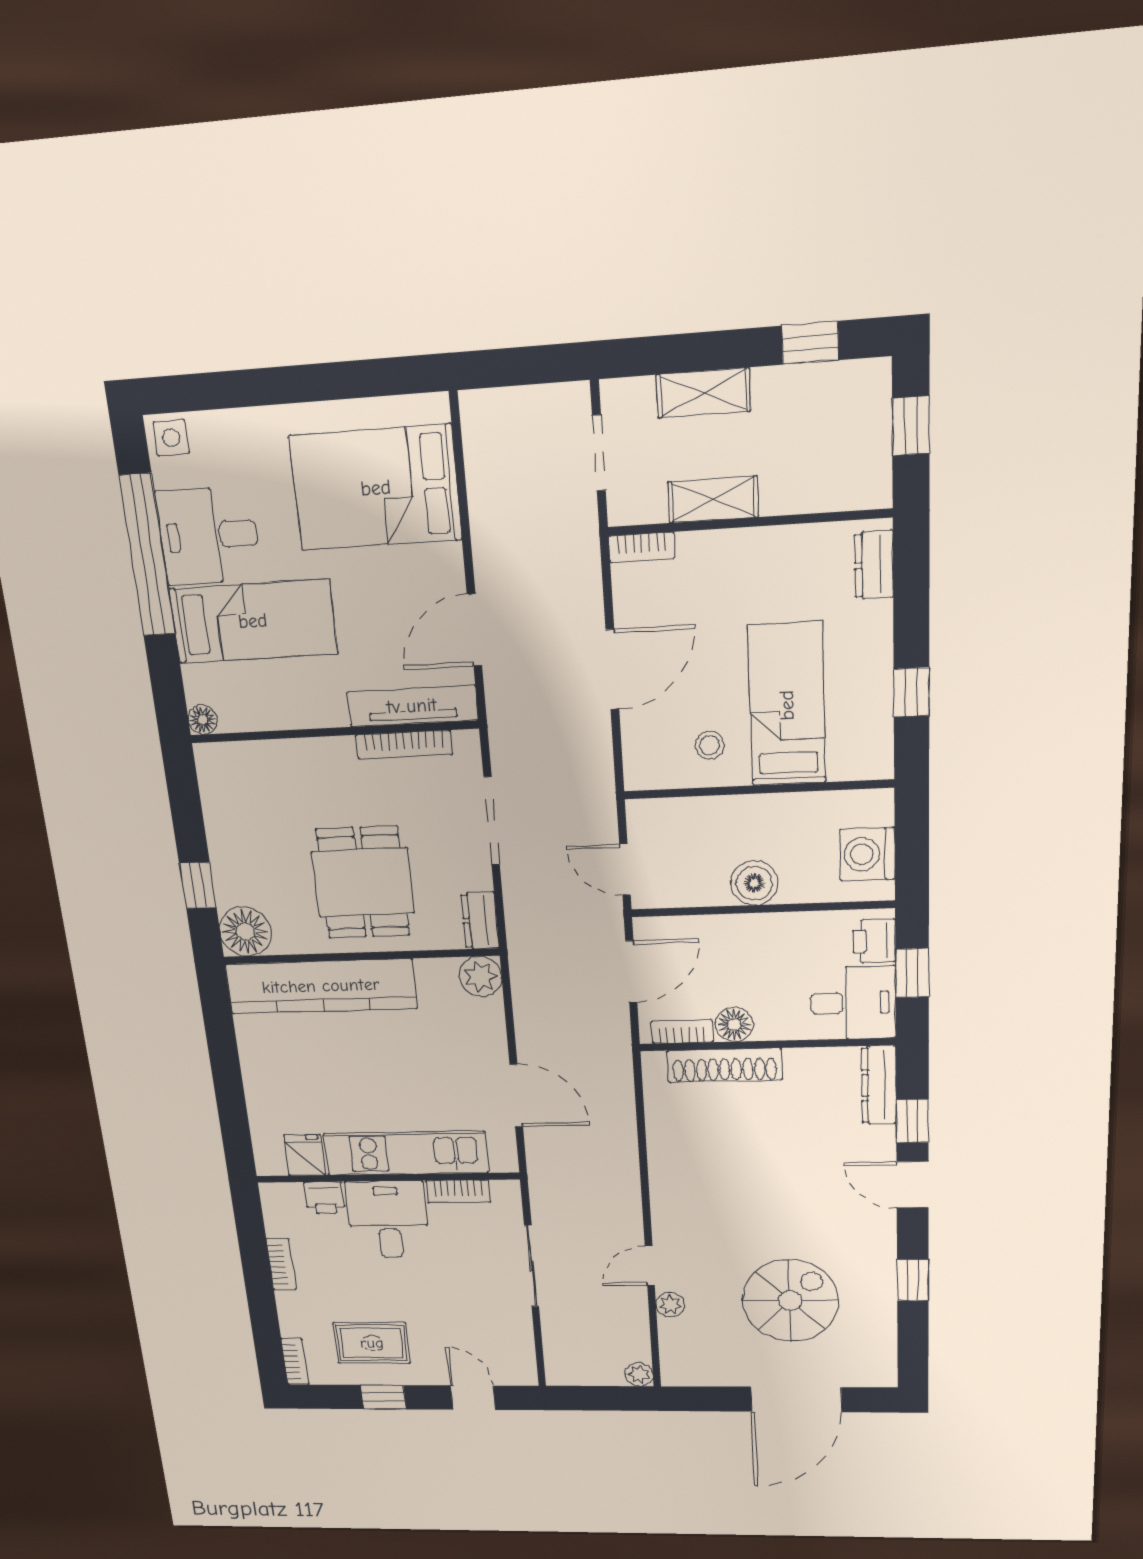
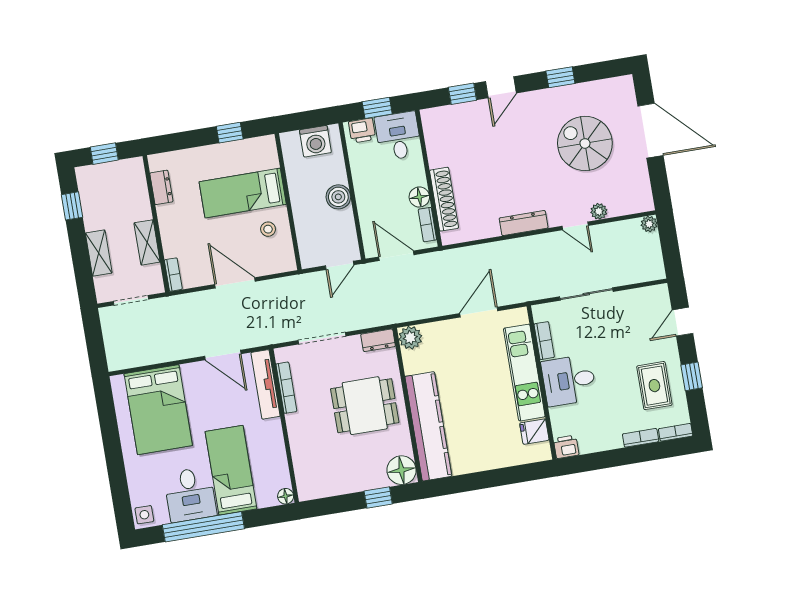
dresser: (874, 565) -> (161, 187), moved, turned -90
dresser: (879, 1085) -> (524, 223), moved, turned 180
printer: (325, 1198) -> (566, 447), moved, turned -90
bookcase: (281, 1264) -> (641, 438), moved

